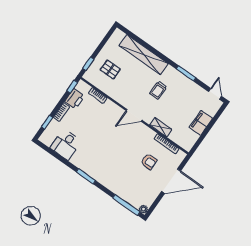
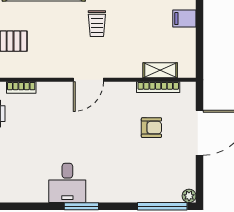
filing cabinet: (201, 123) -> (184, 19), width x0.50
shelving: (161, 127) -> (160, 70), moved
desk: (66, 145) -> (67, 183), moved

